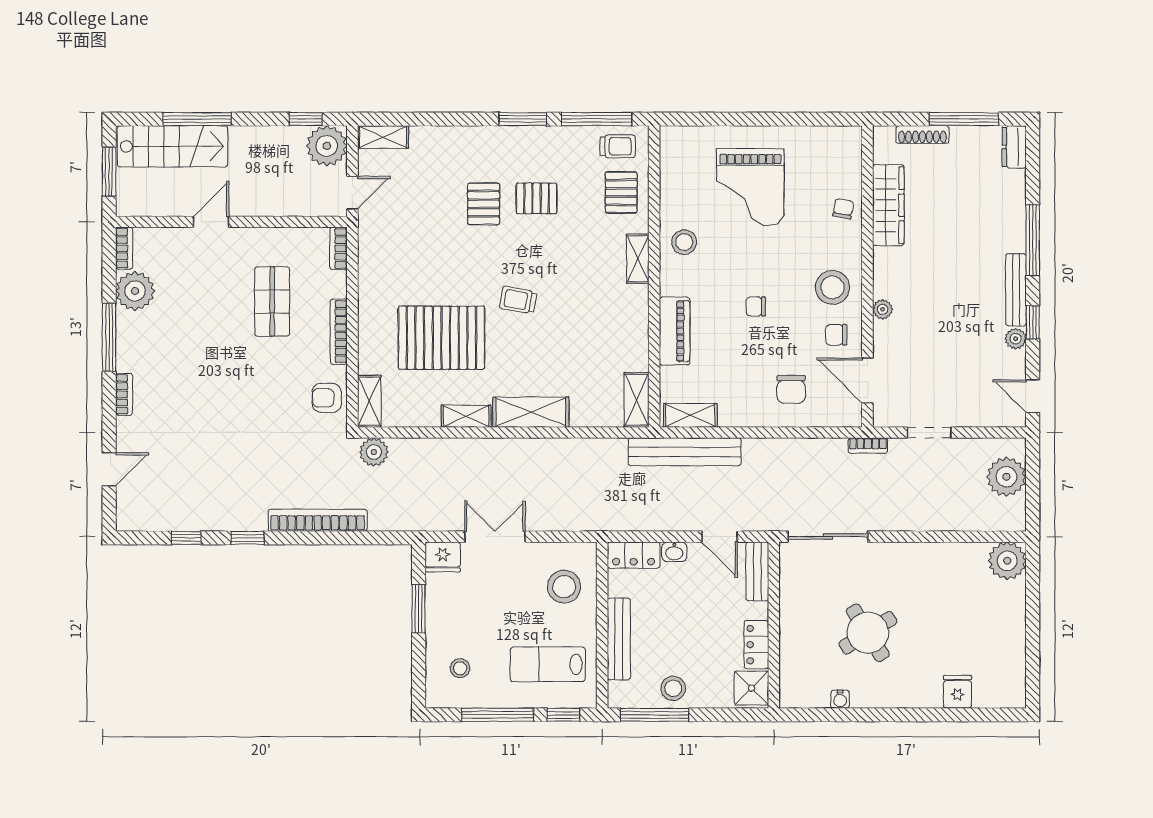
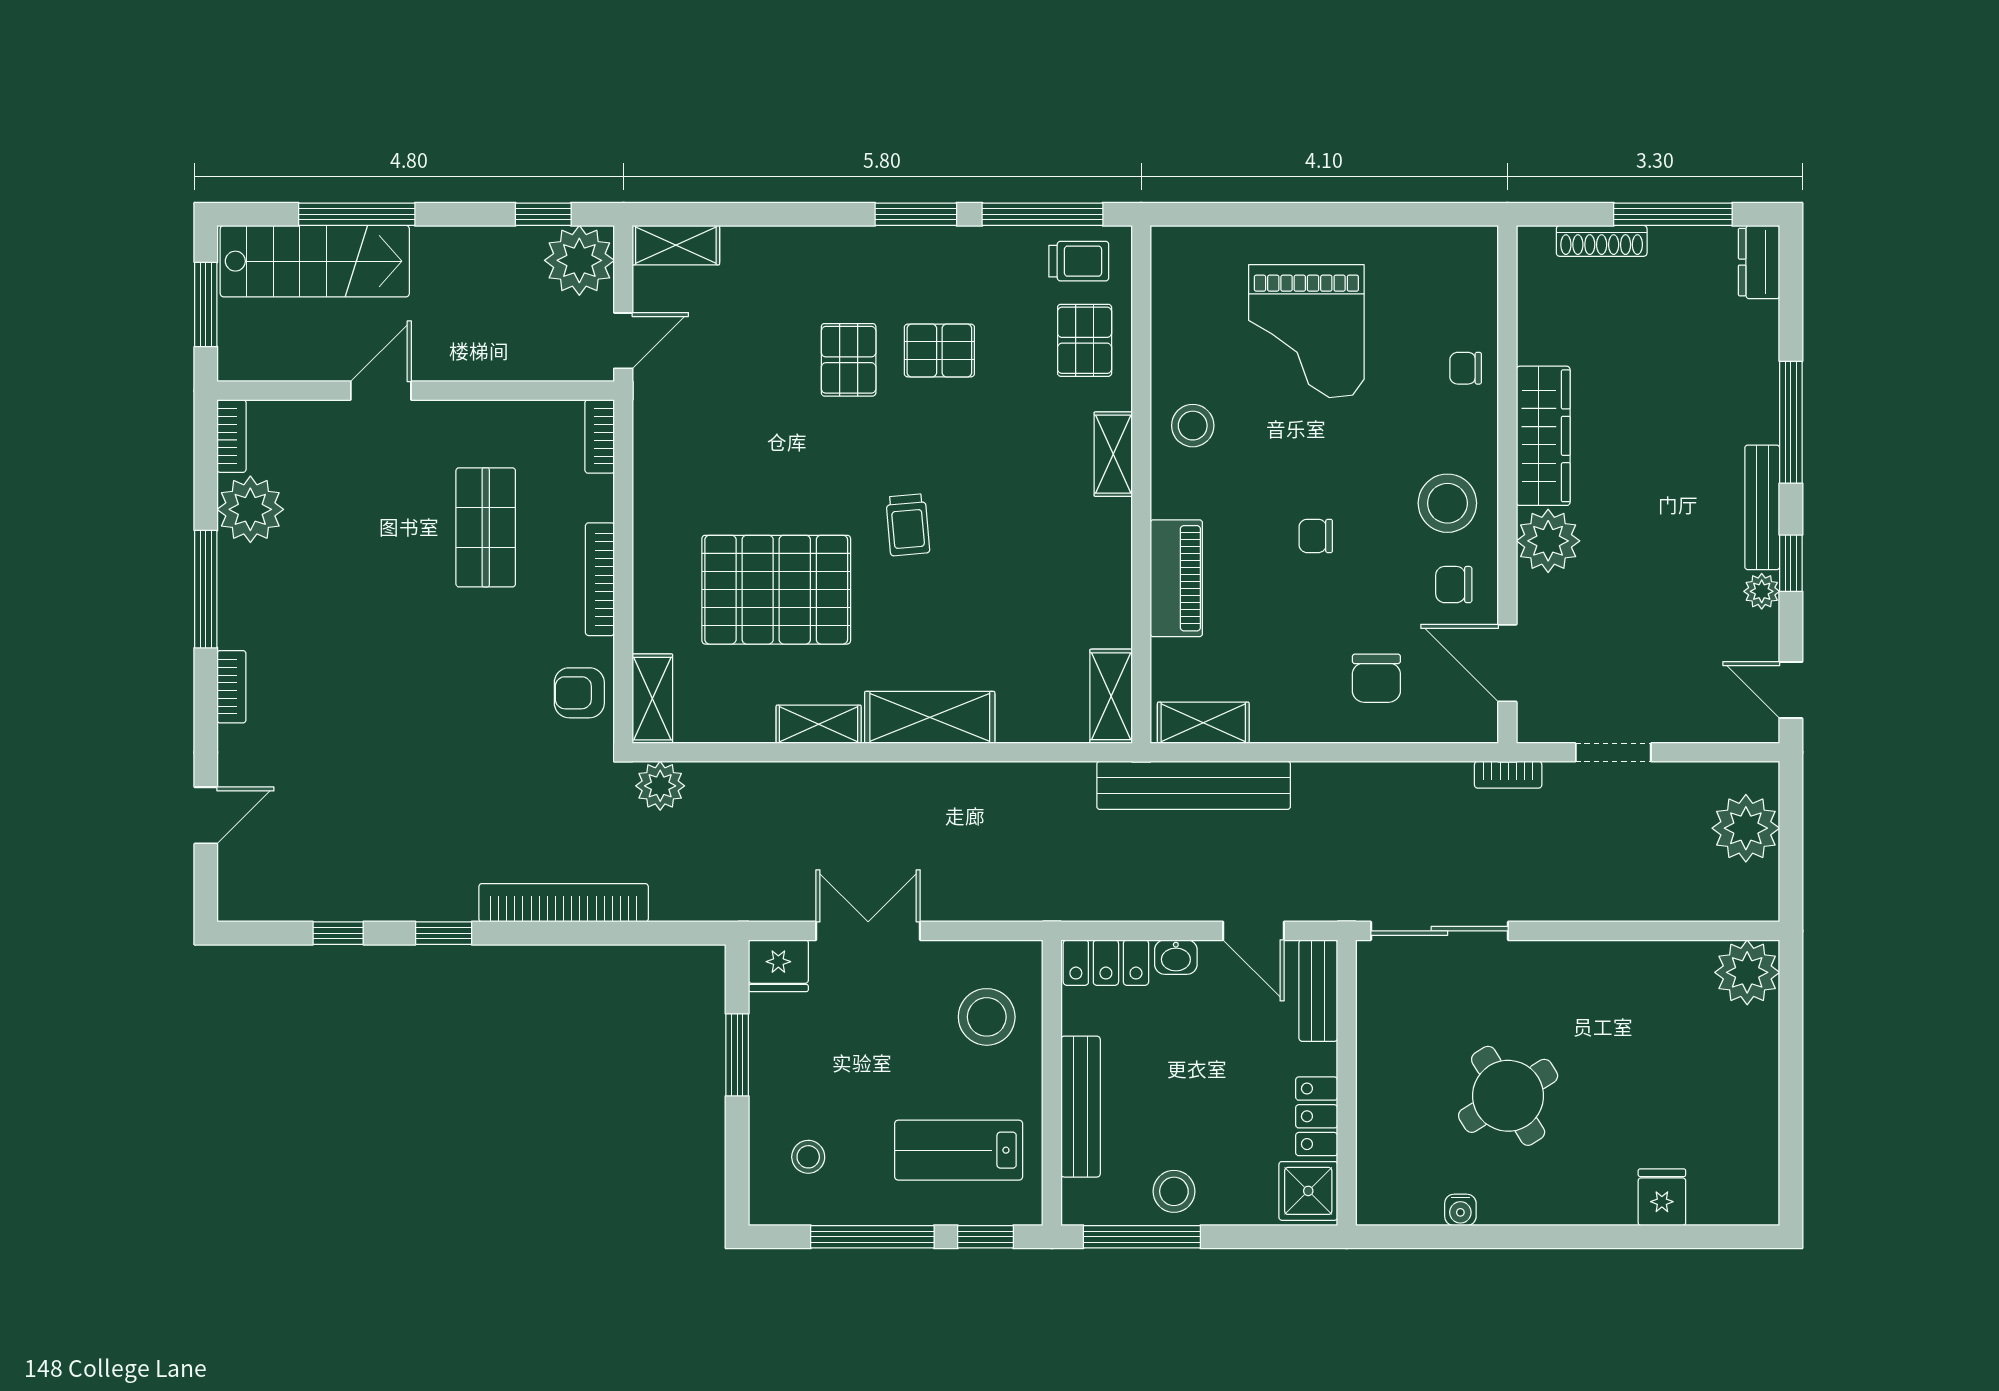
wardrobe: (888, 205) -> (1543, 436), moved
chair: (843, 209) -> (1466, 368), turned -100
trolley: (518, 300) -> (908, 525), turned -105
plant: (883, 309) -> (1548, 541), width x1.88, depth x1.88

